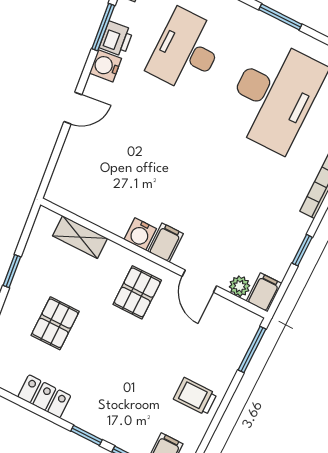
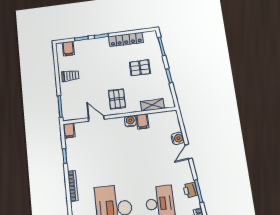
water cooler: (105, 66) -> (178, 138), moved
filing cabinet: (165, 243) -> (142, 121), moved
plant: (240, 286) -> (80, 127), removed
pallet: (55, 323) -> (140, 68), turned 90
locker: (44, 396) -> (126, 39), width x1.53

